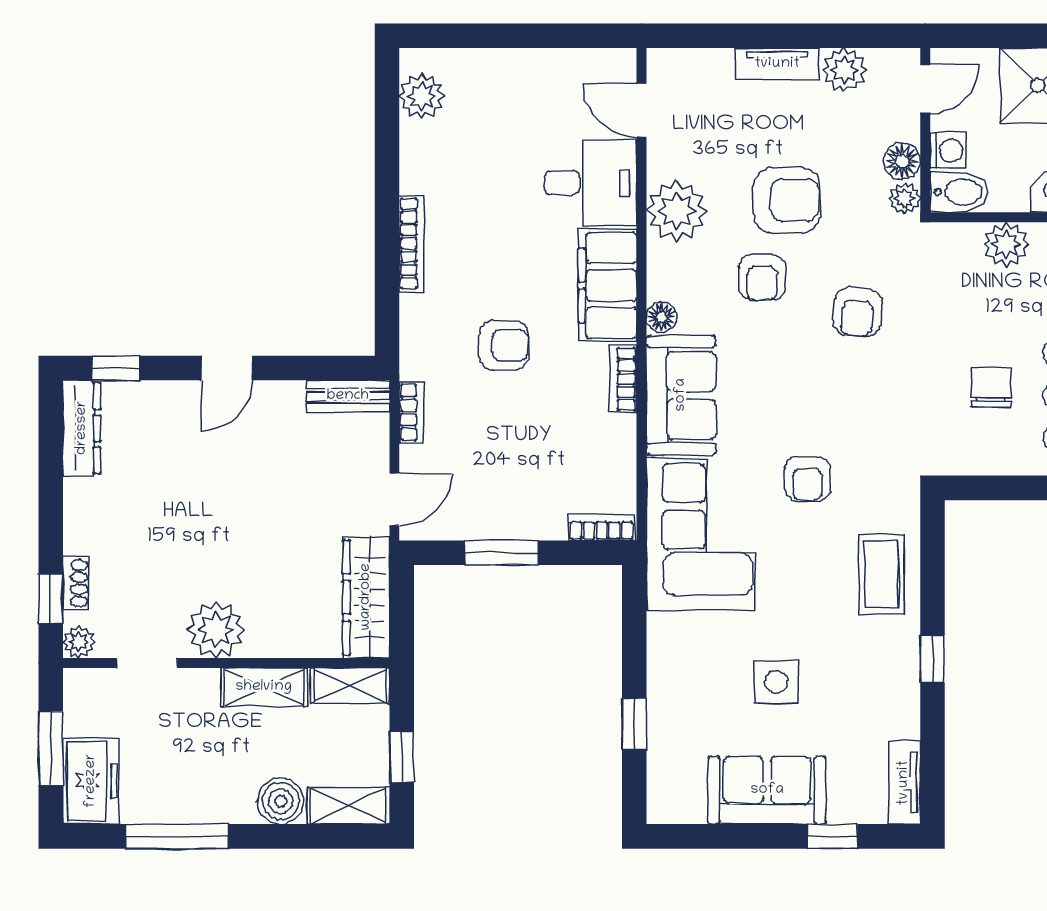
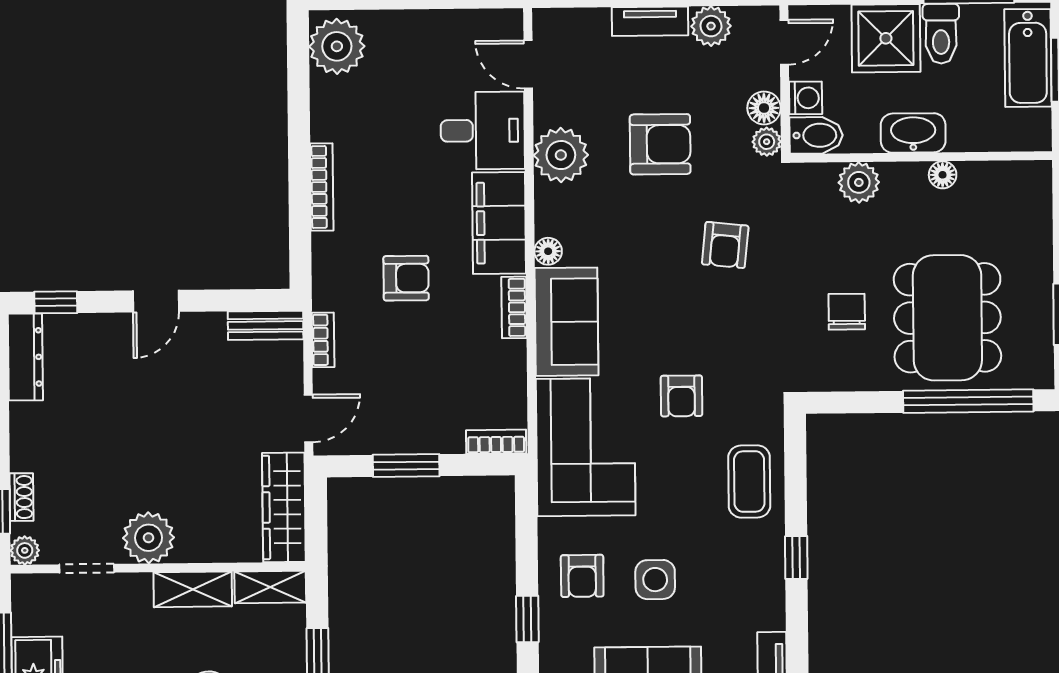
plant: (422, 96) -> (337, 46), width x1.36, depth x1.36
armchair: (762, 277) -> (582, 576), moved

